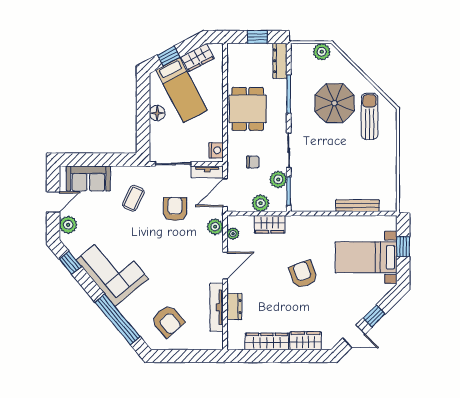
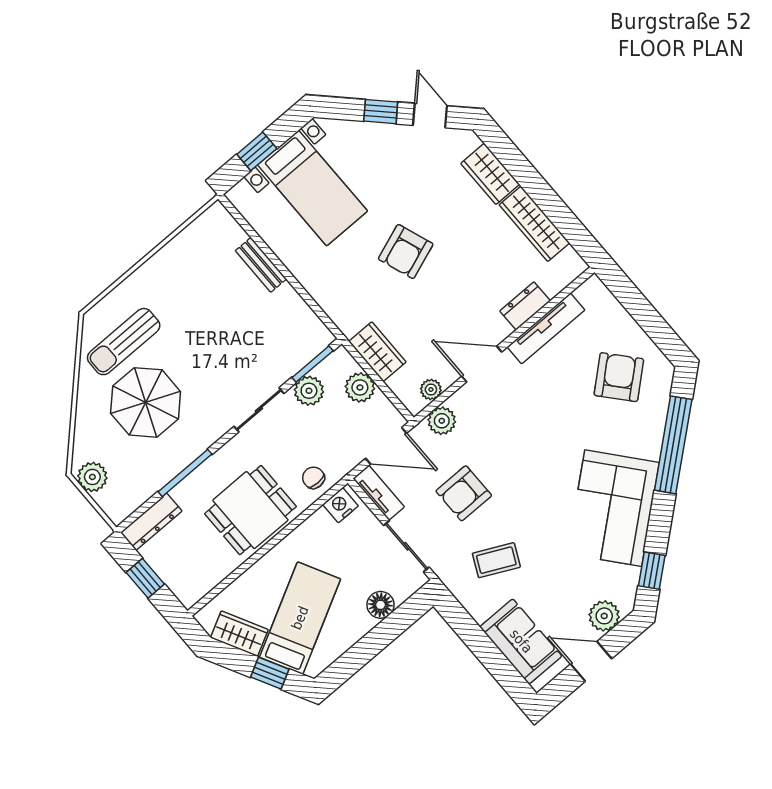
floor lamp: (157, 113) -> (381, 605), moved
chair: (253, 162) -> (314, 478), moved
bench: (357, 206) -> (261, 265), width x0.73

